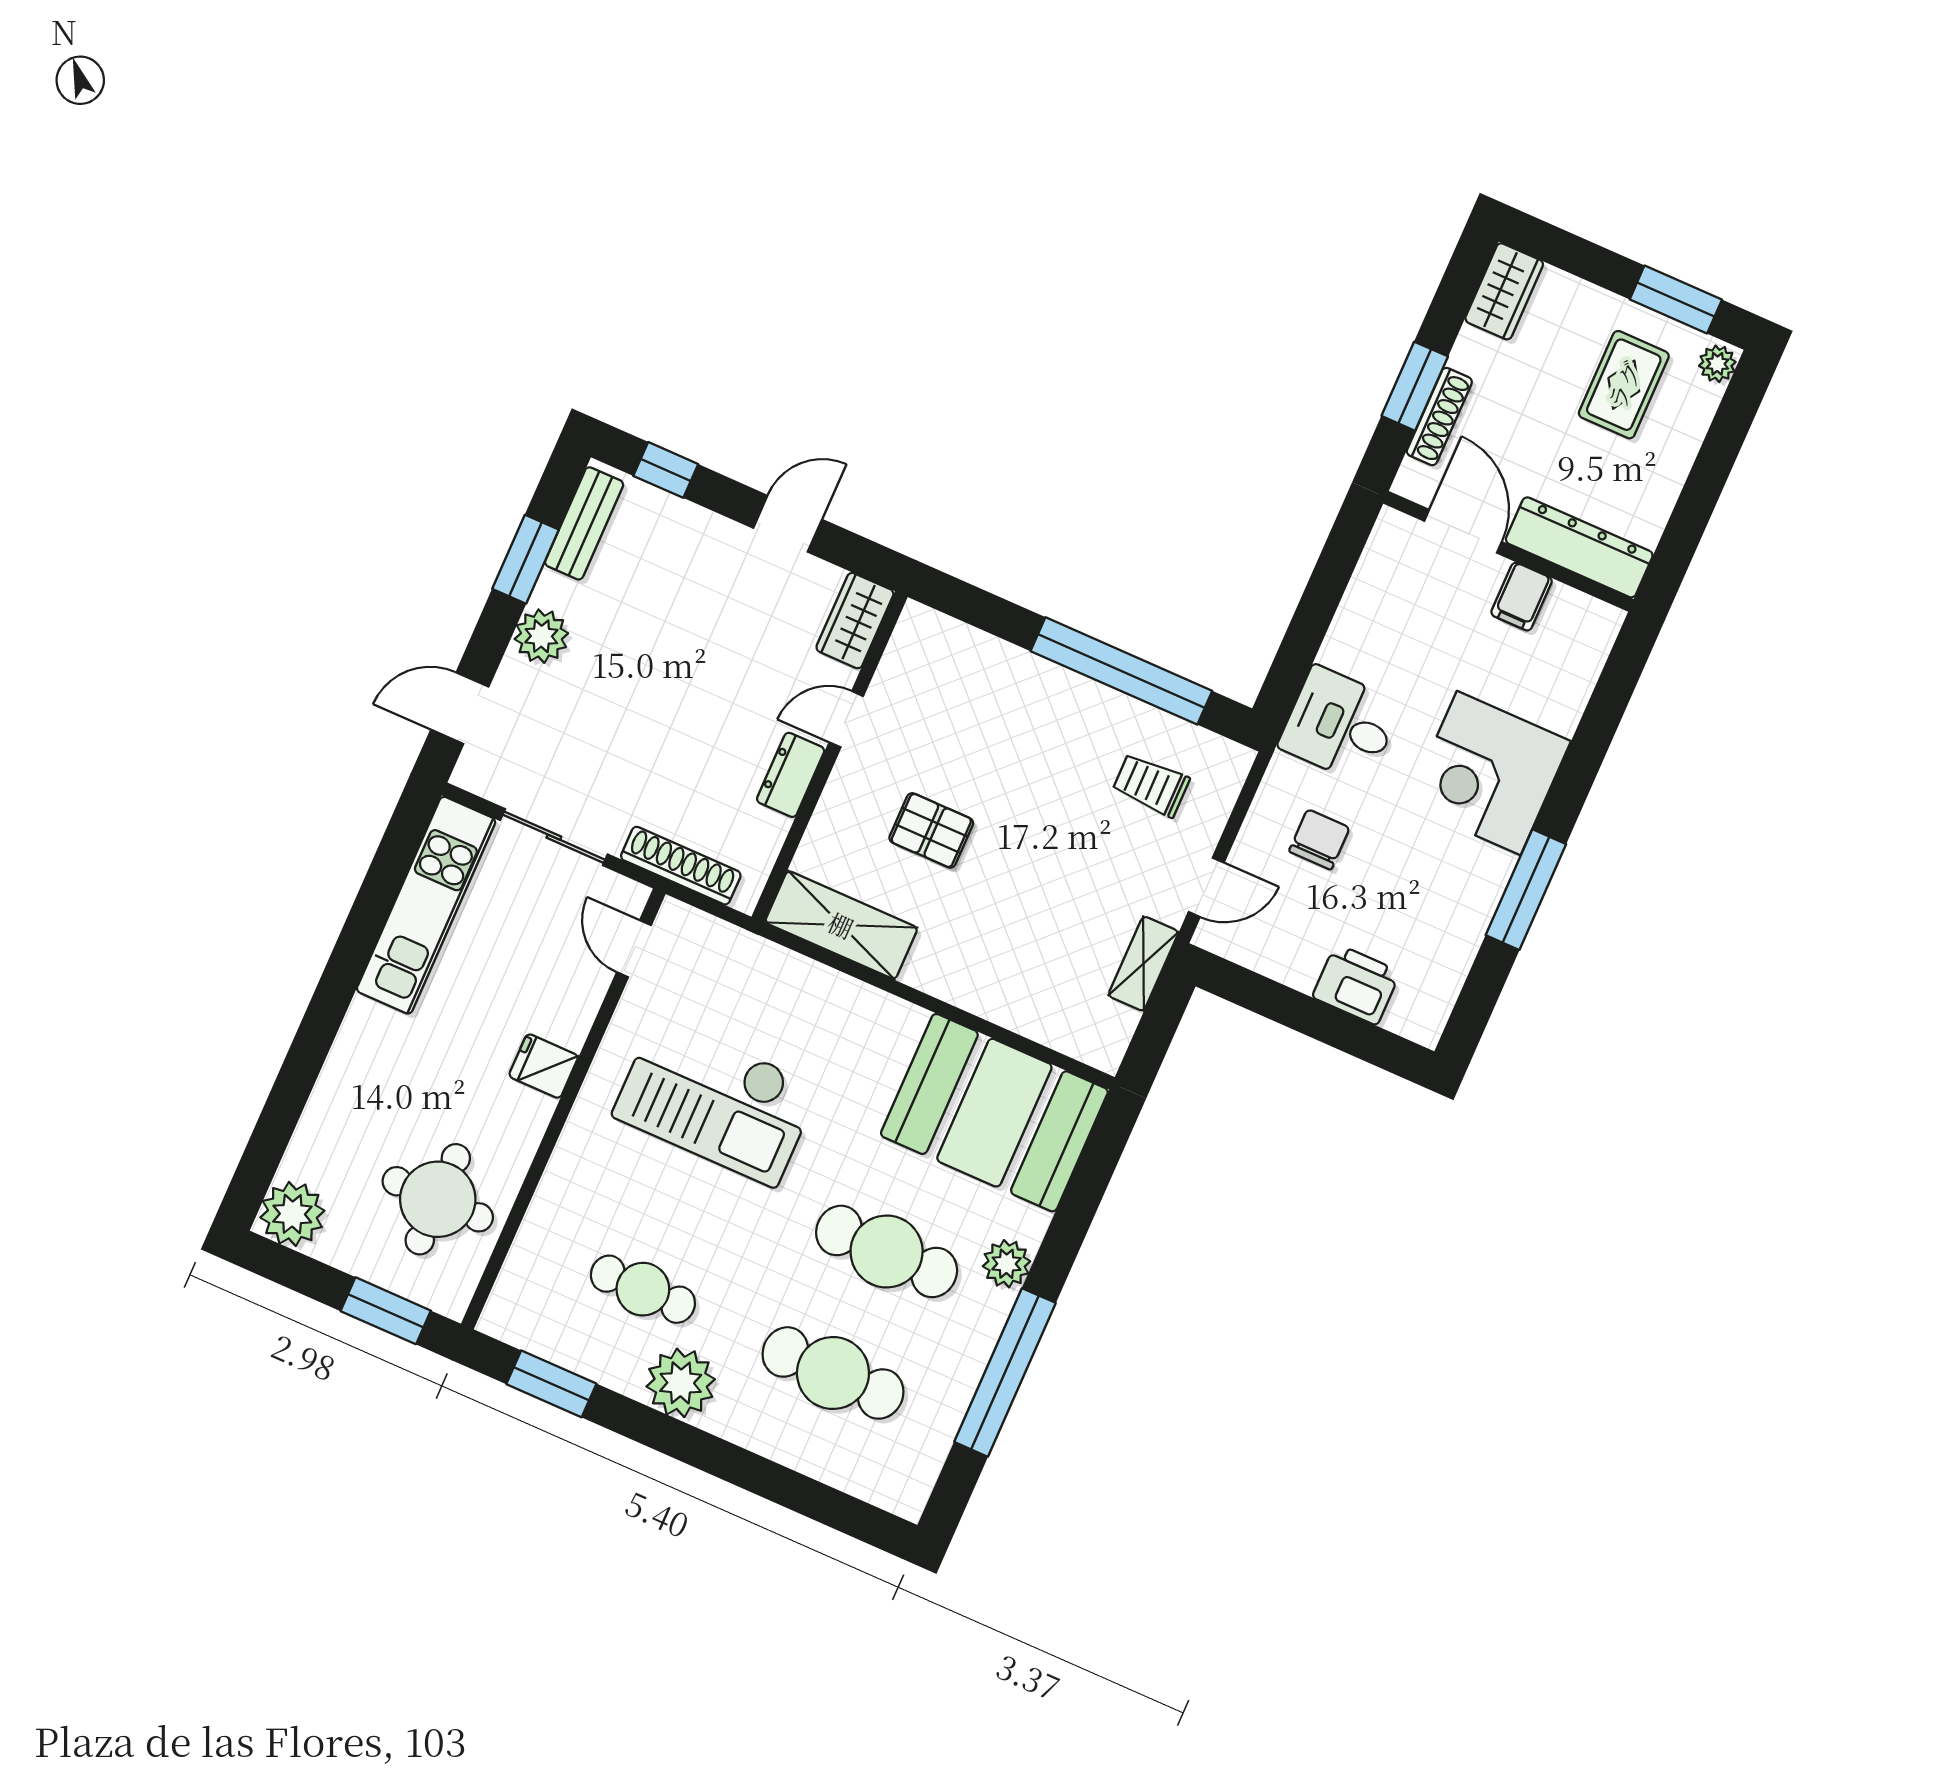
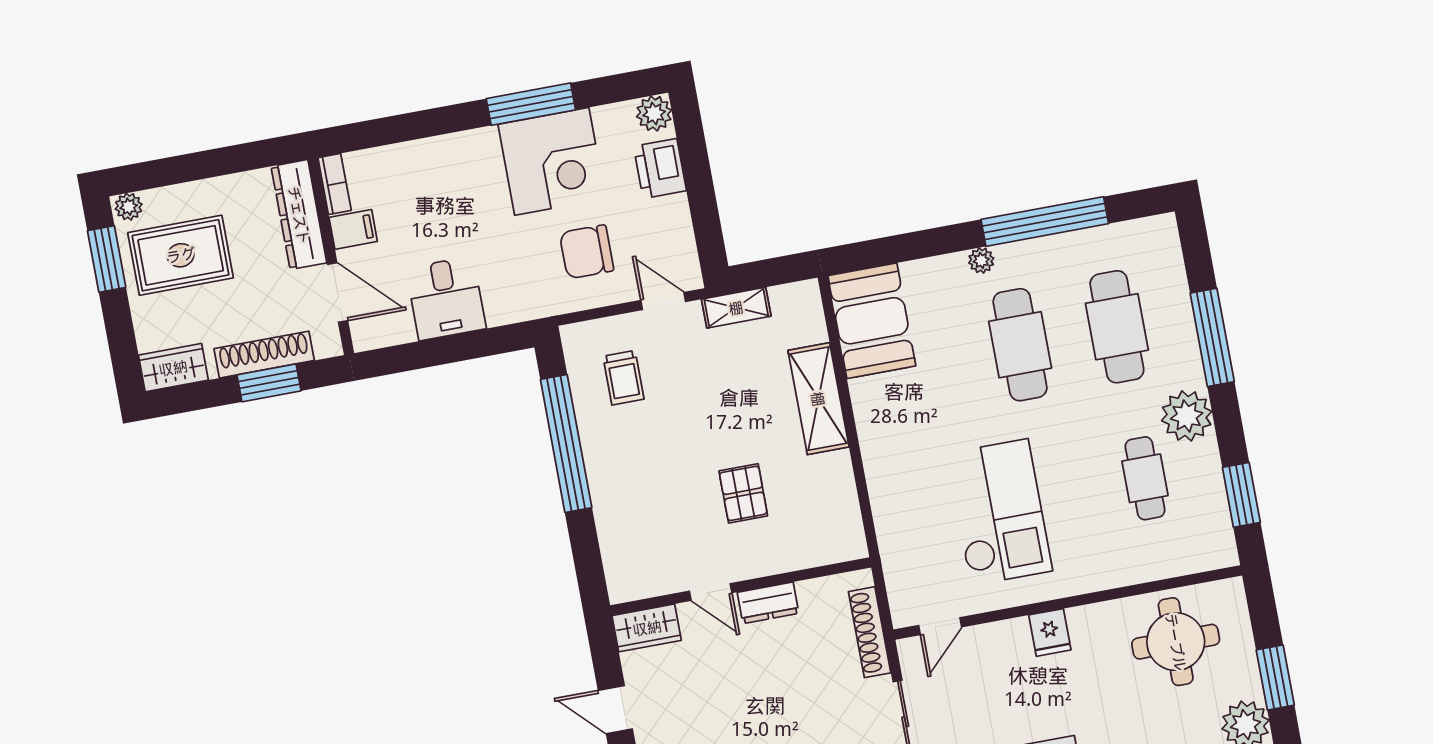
rug: (1624, 385) -> (181, 255), width x1.36, depth x1.43
shoe rack: (1439, 417) -> (264, 355), width x1.36, depth x1.24
door: (1463, 531) -> (338, 293), swing flipped
bookcase: (1586, 610) -> (335, 184), added
desk: (1340, 725) -> (446, 298), moved
corner desk: (1489, 773) -> (552, 161), moved
chair: (1319, 839) -> (587, 252), width x1.37, depth x1.37
shelving: (841, 925) -> (818, 399), moved
plant: (1422, 1020) -> (654, 113), added
booth: (994, 1113) -> (872, 321), width x0.73, depth x0.70
plant: (1007, 1264) -> (981, 260), width x0.73, depth x0.73
window: (386, 1311) -> (1275, 678), moved
window: (749, 1471) -> (1212, 337), added

